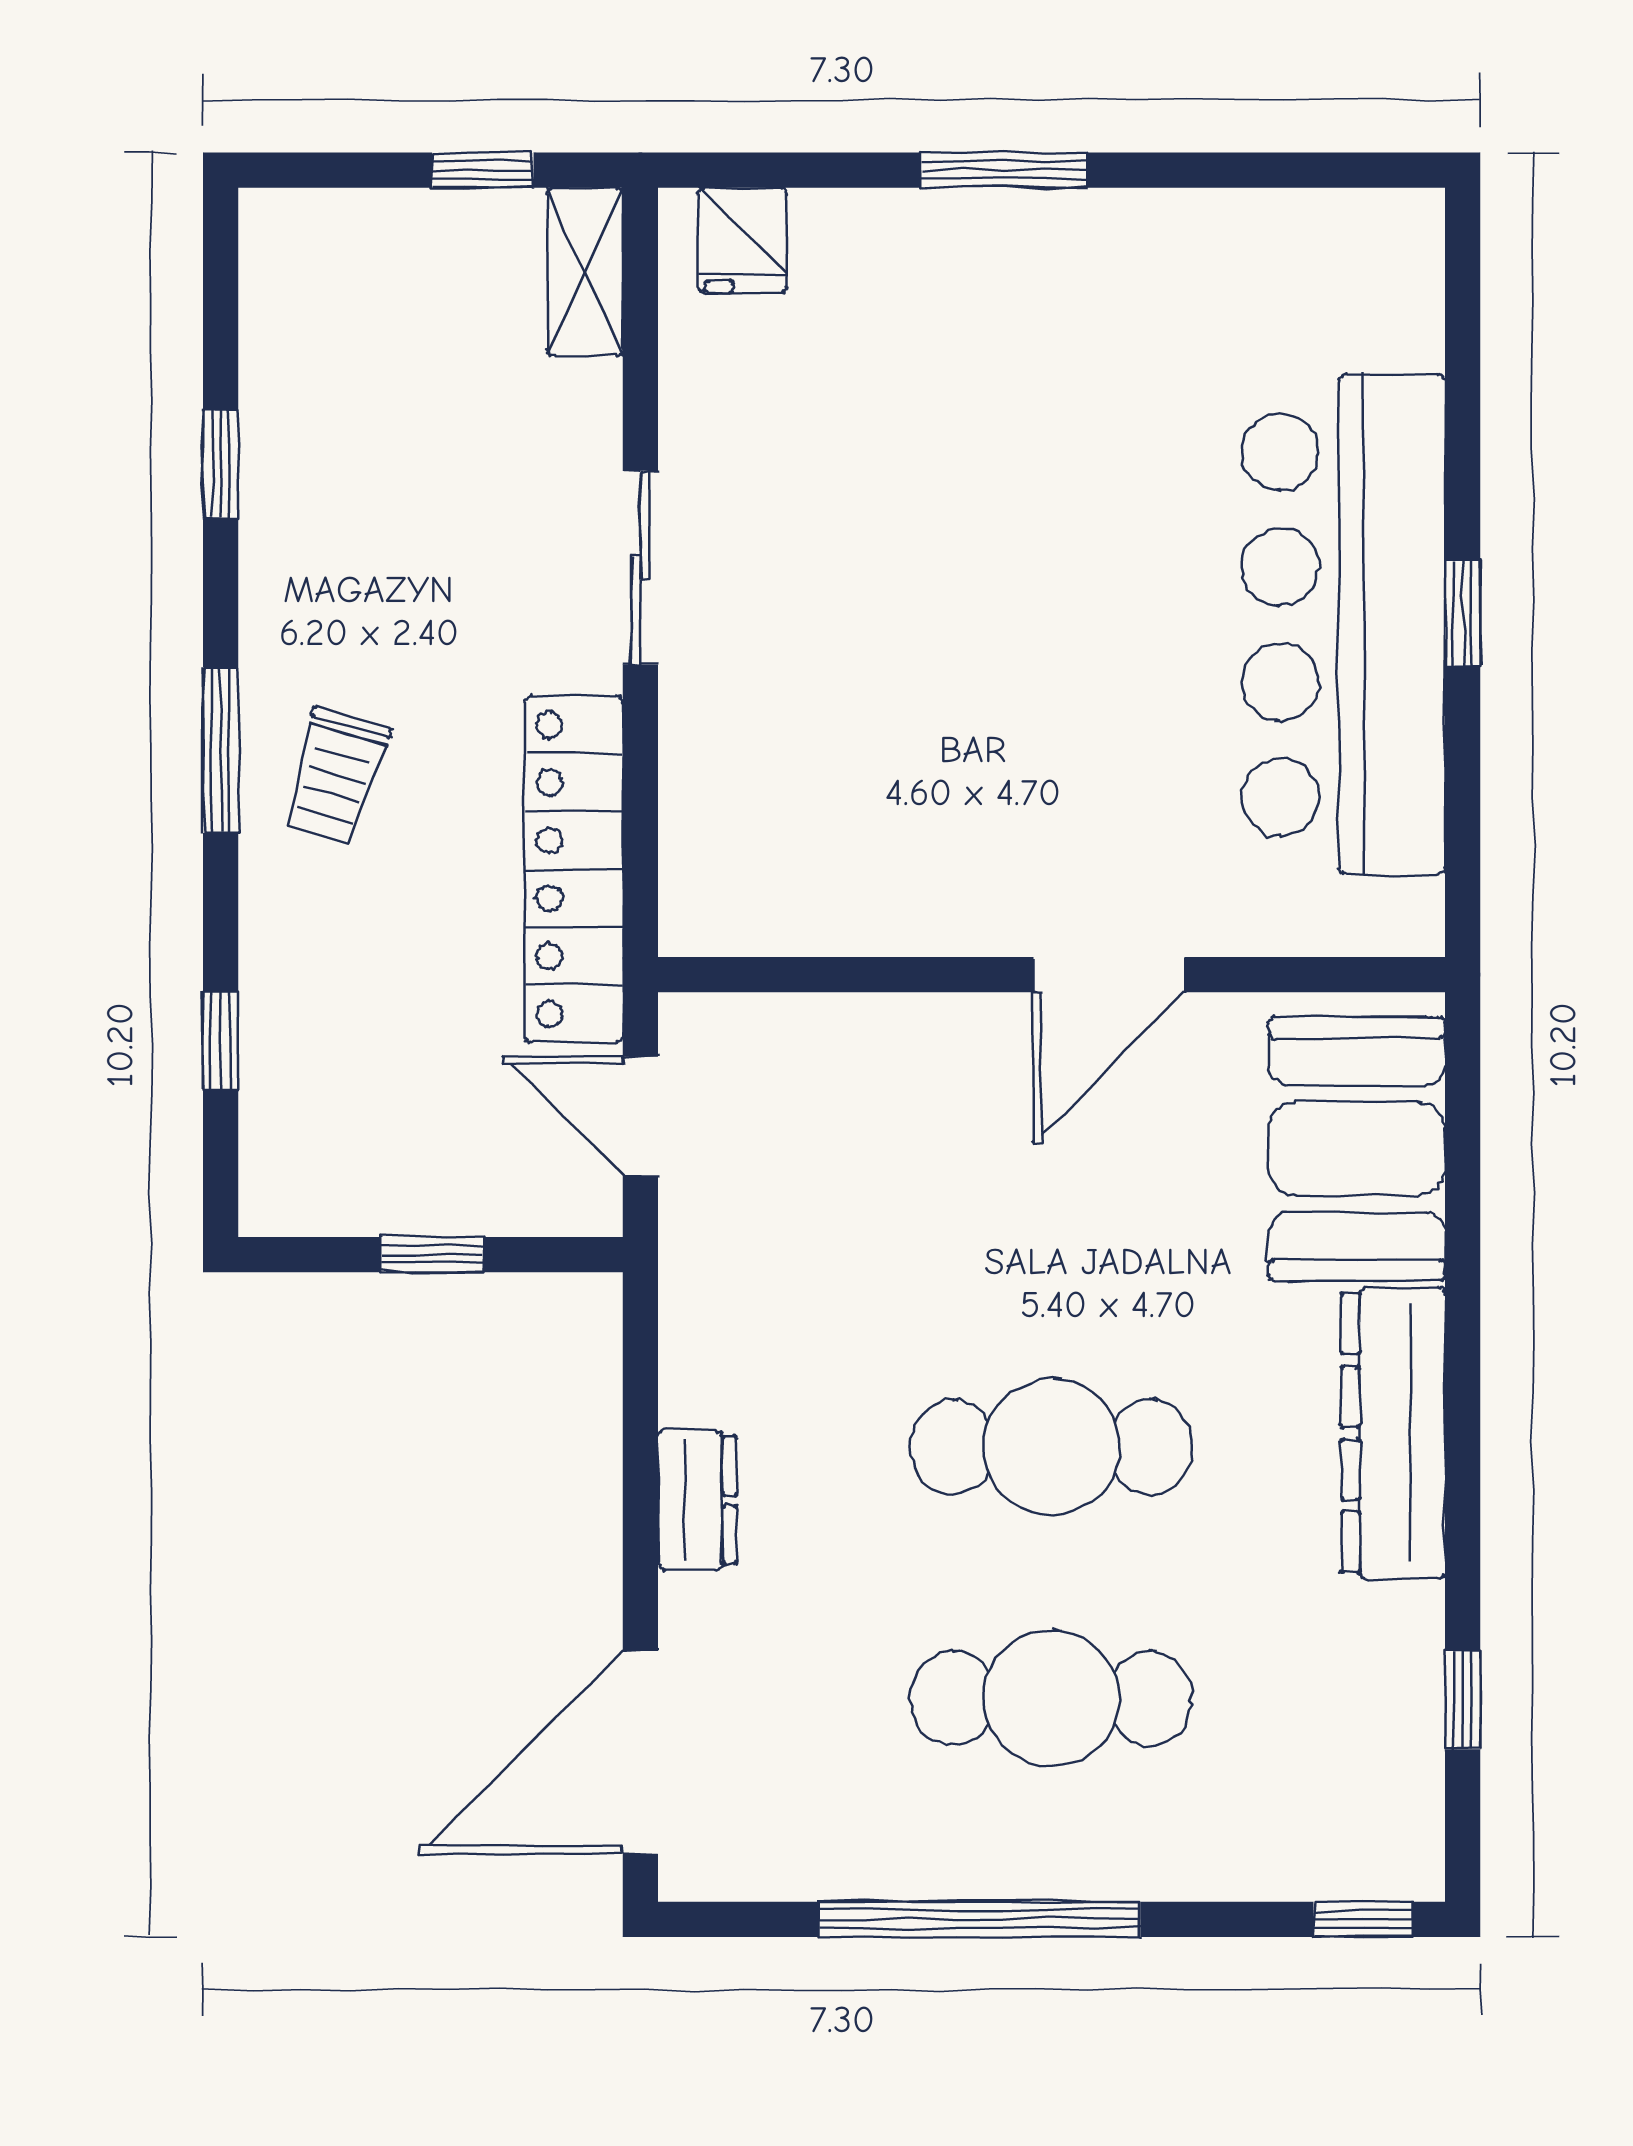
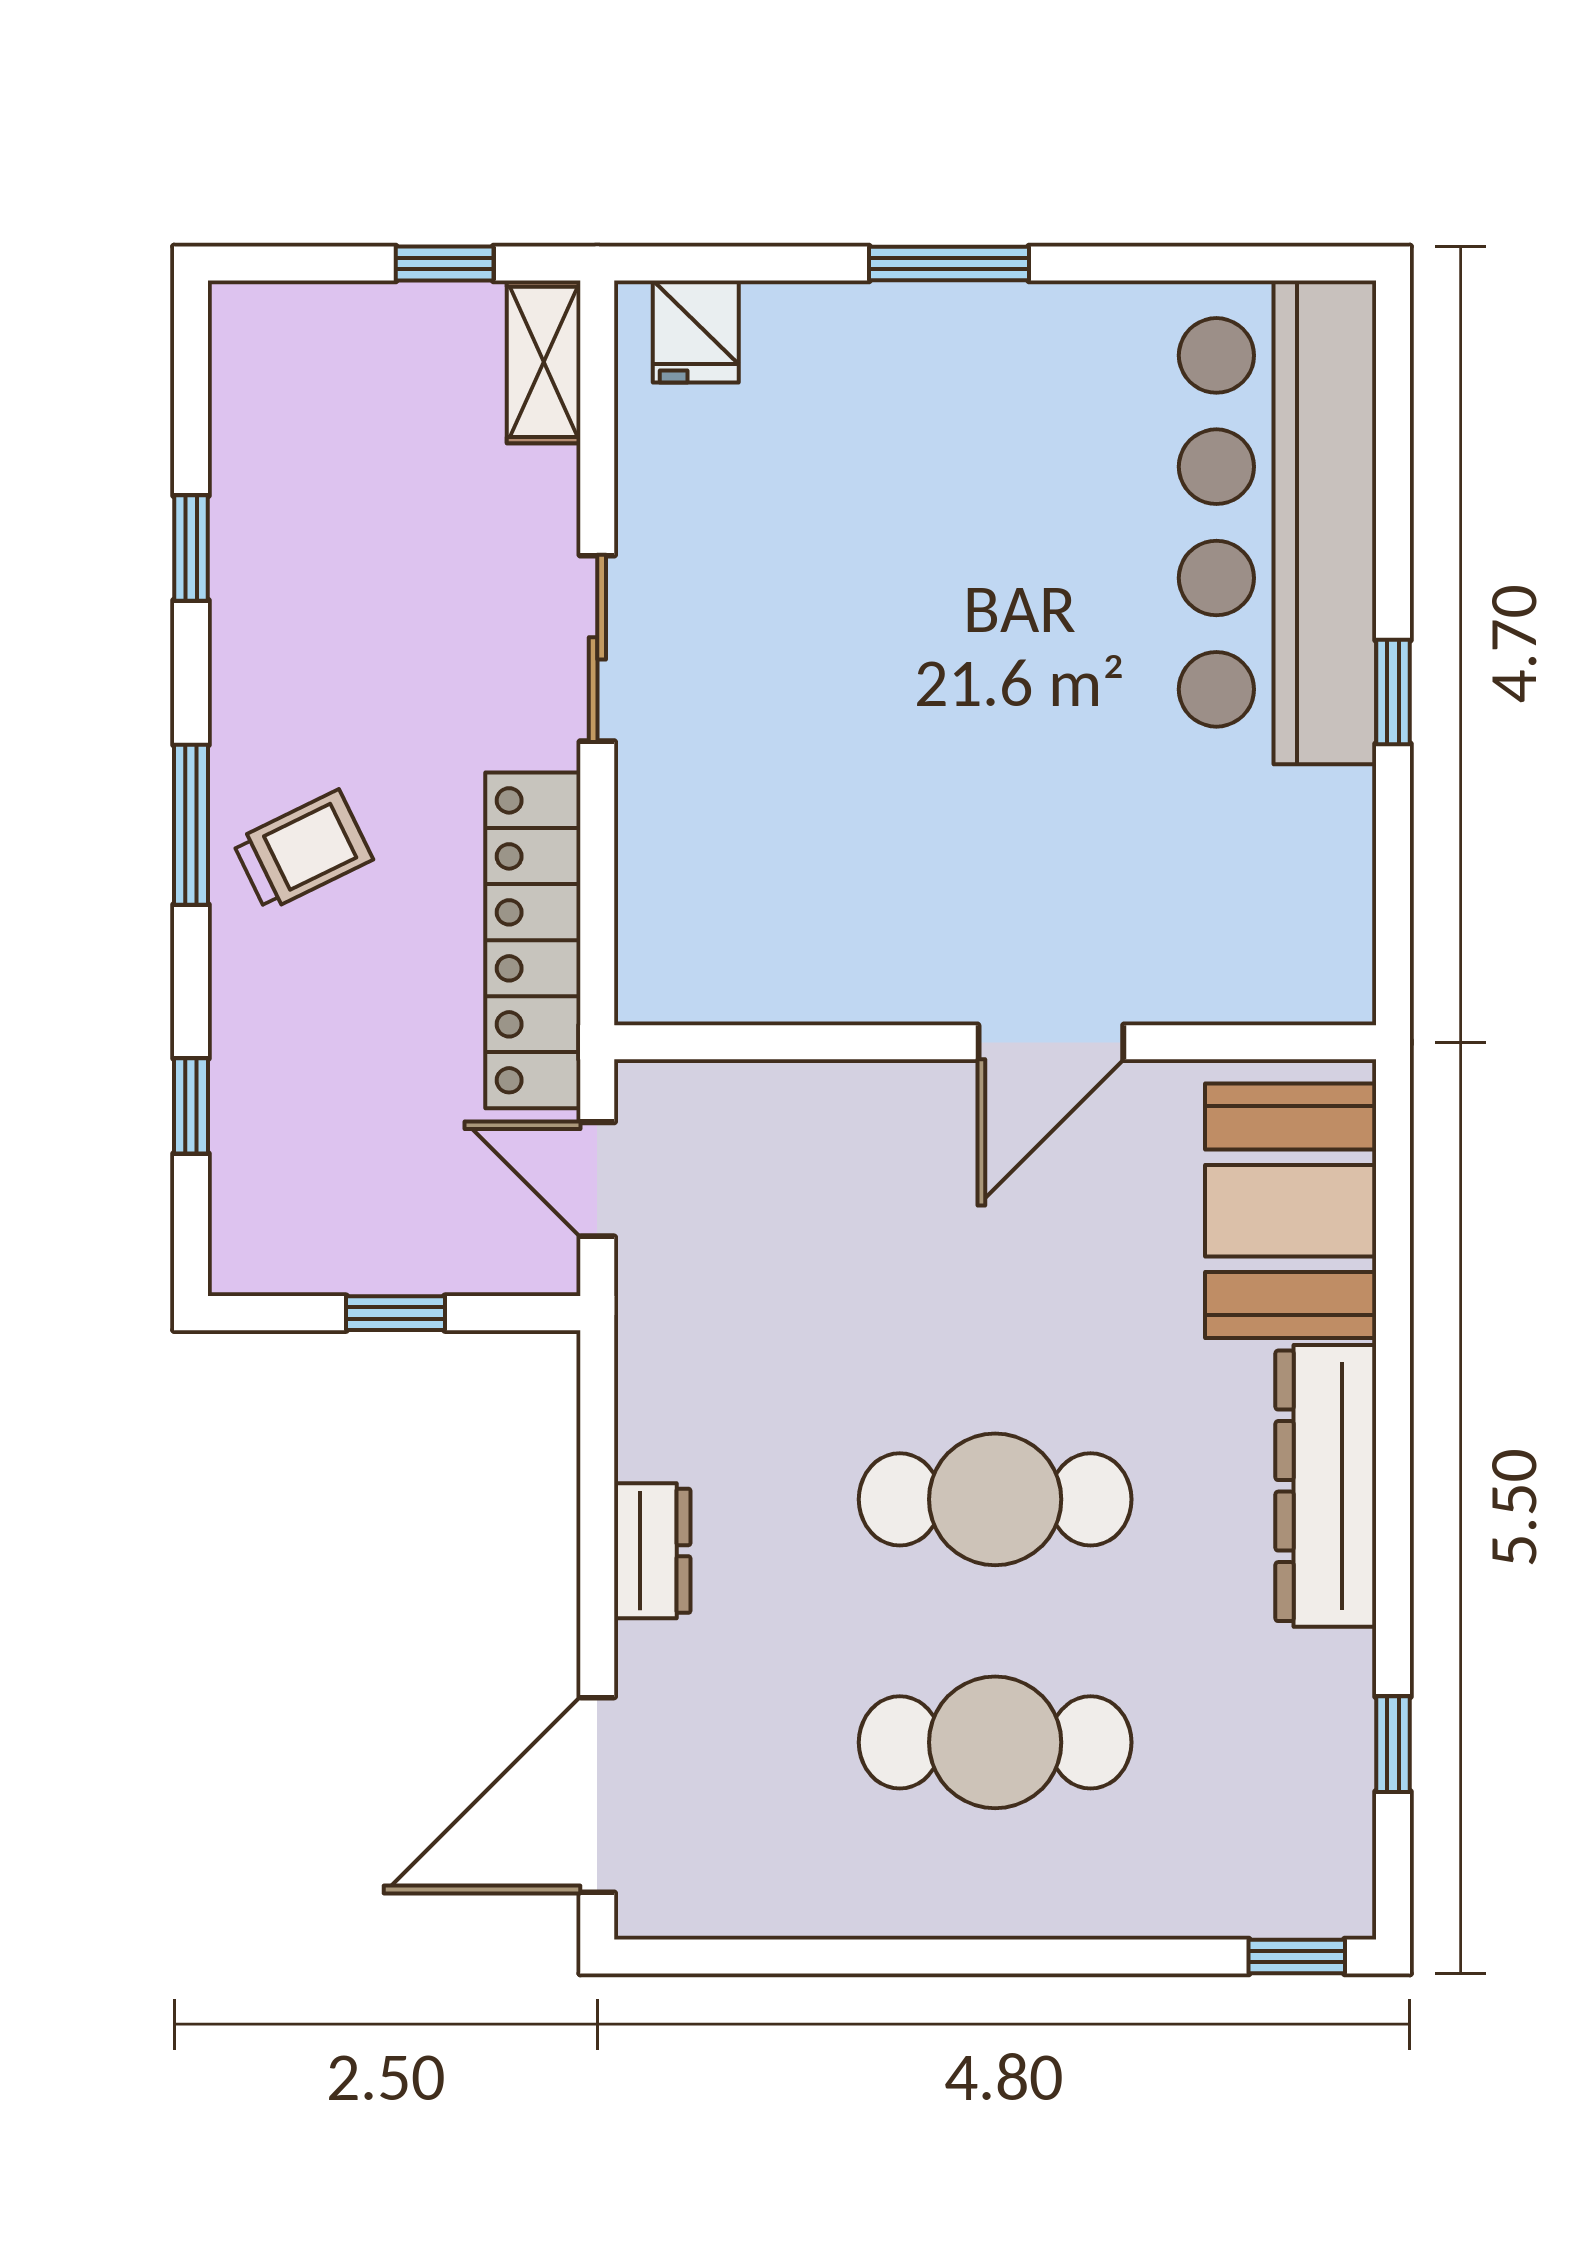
bar counter: (1343, 625) -> (1278, 522), moved
trolley: (336, 777) -> (303, 850), turned -132
window: (979, 1919) -> (925, 1956), removed

